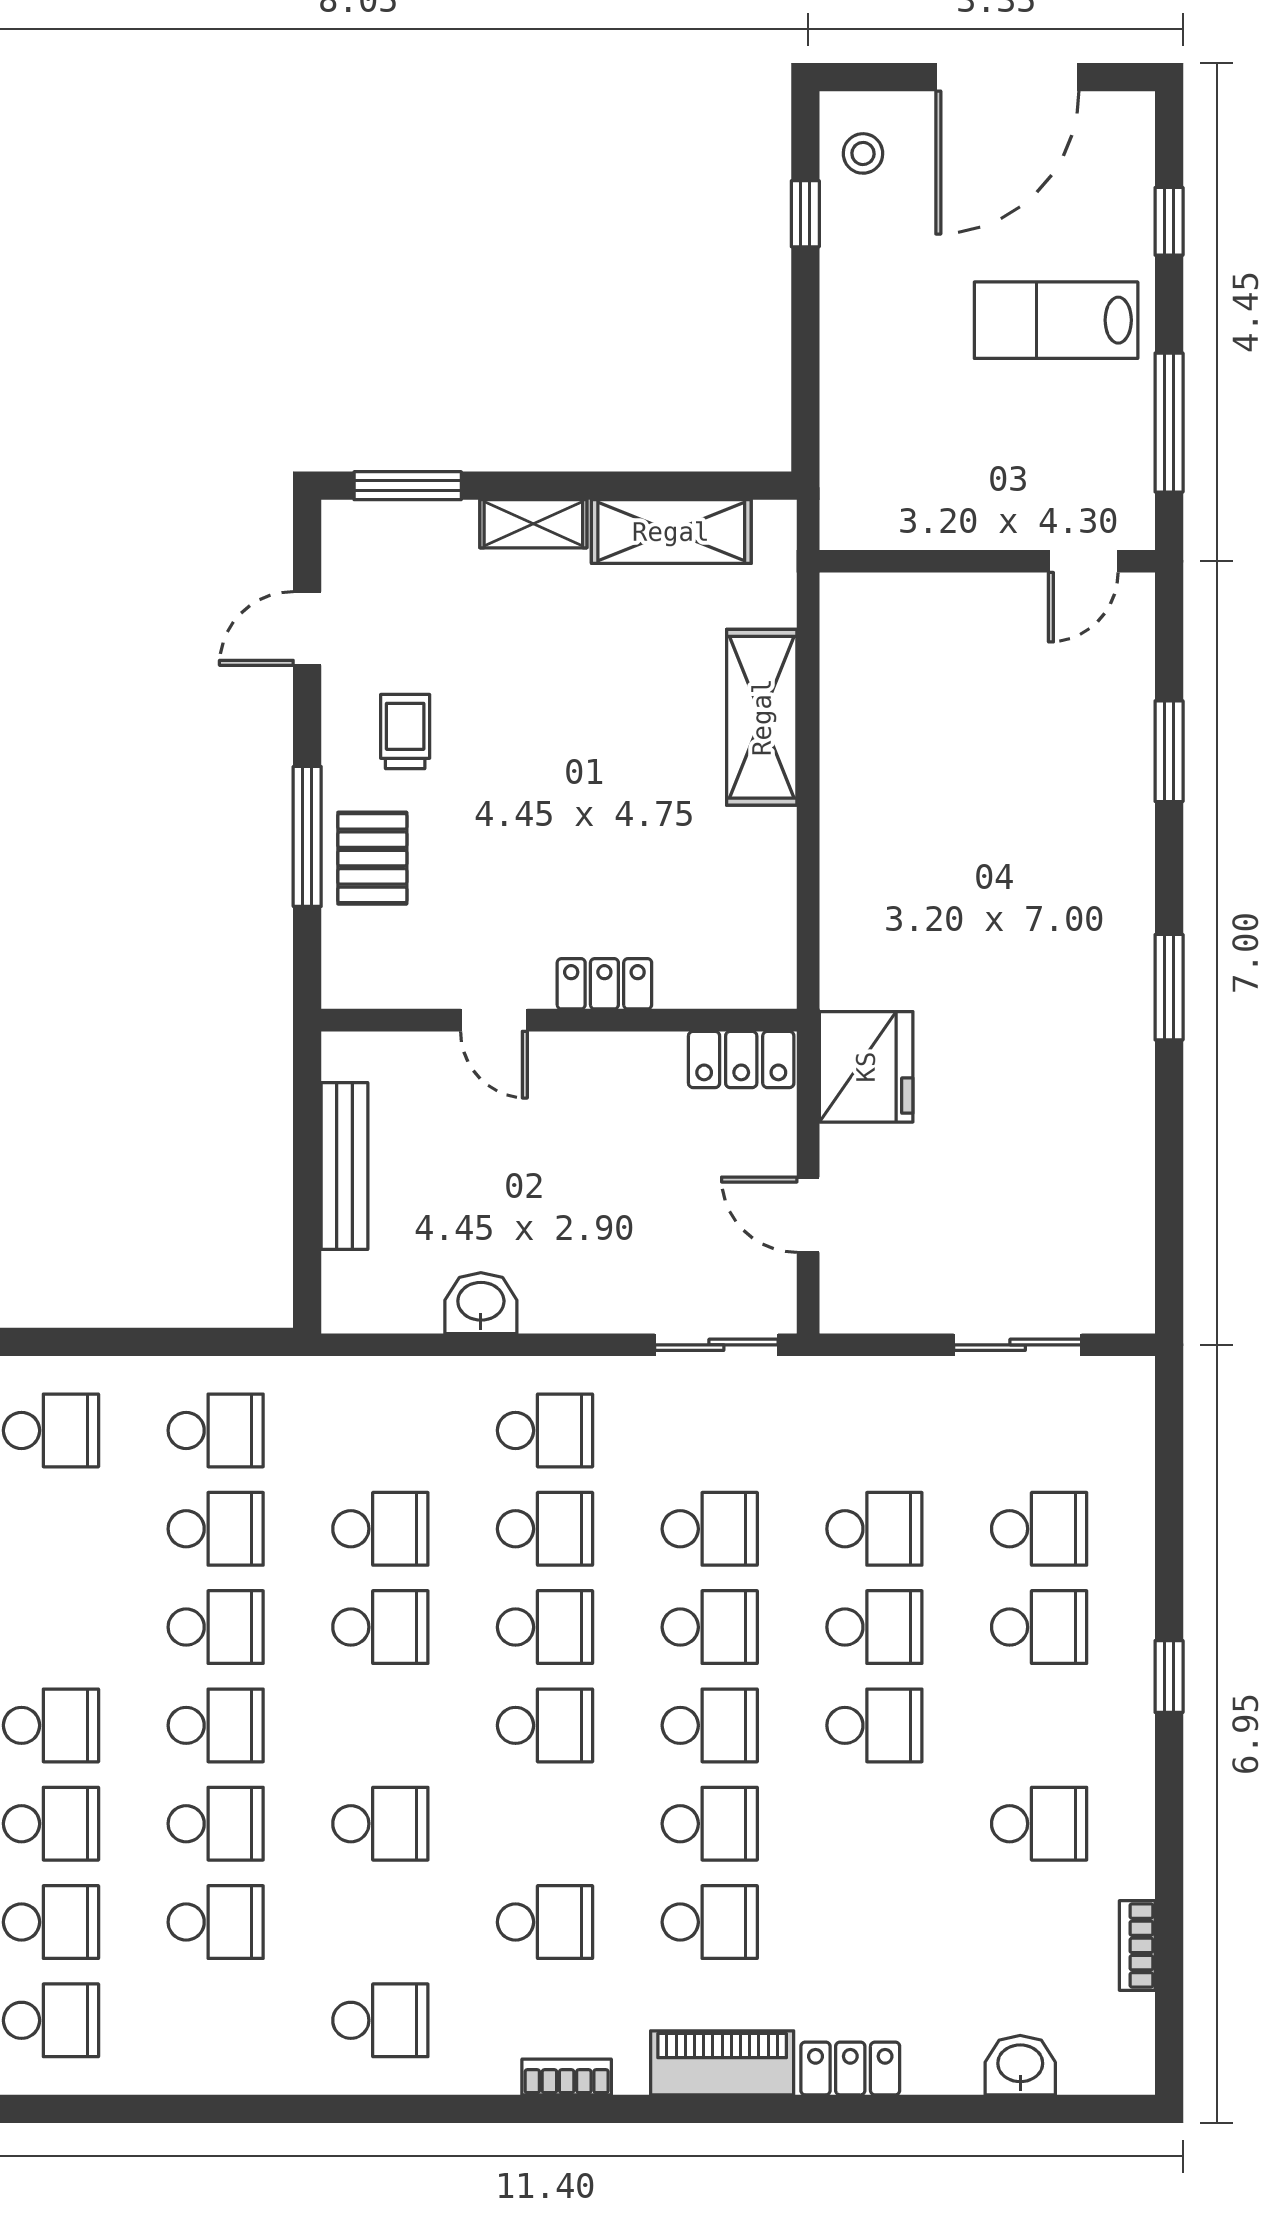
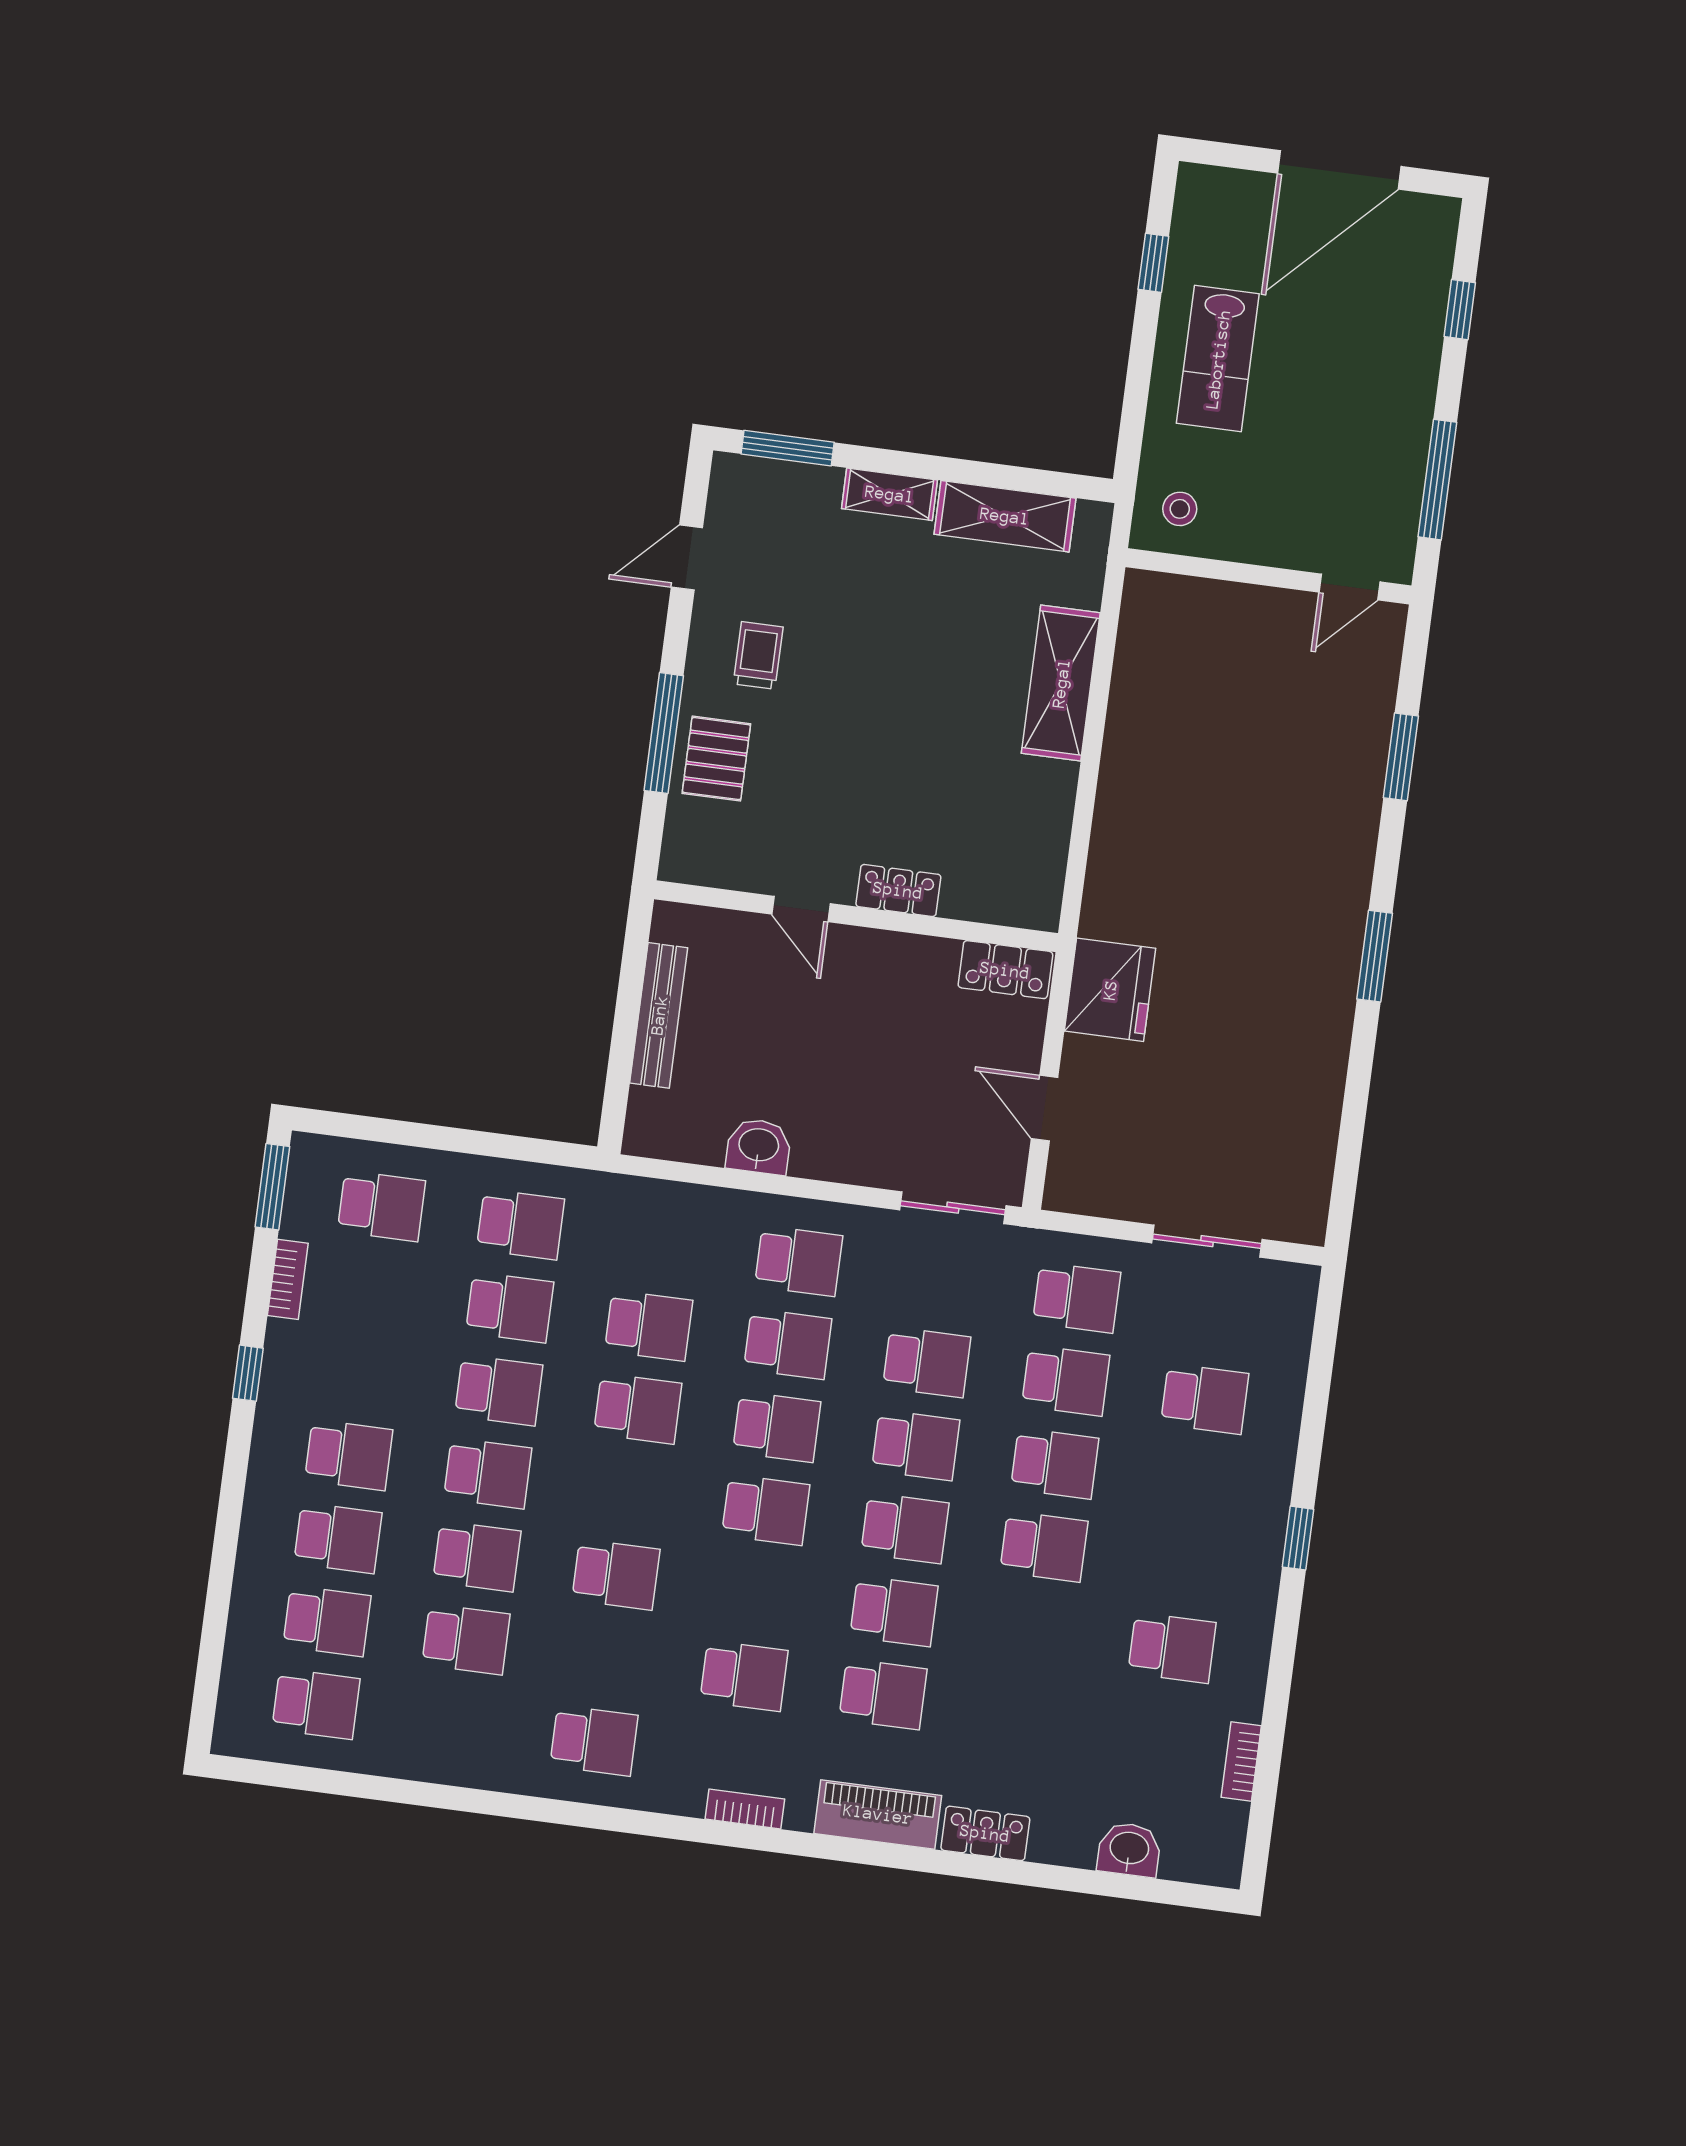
stool: (863, 153) -> (1180, 509), moved
lab bench: (1056, 320) -> (1218, 359), moved, turned -90
school desk: (1039, 1627) -> (1077, 1298), moved

